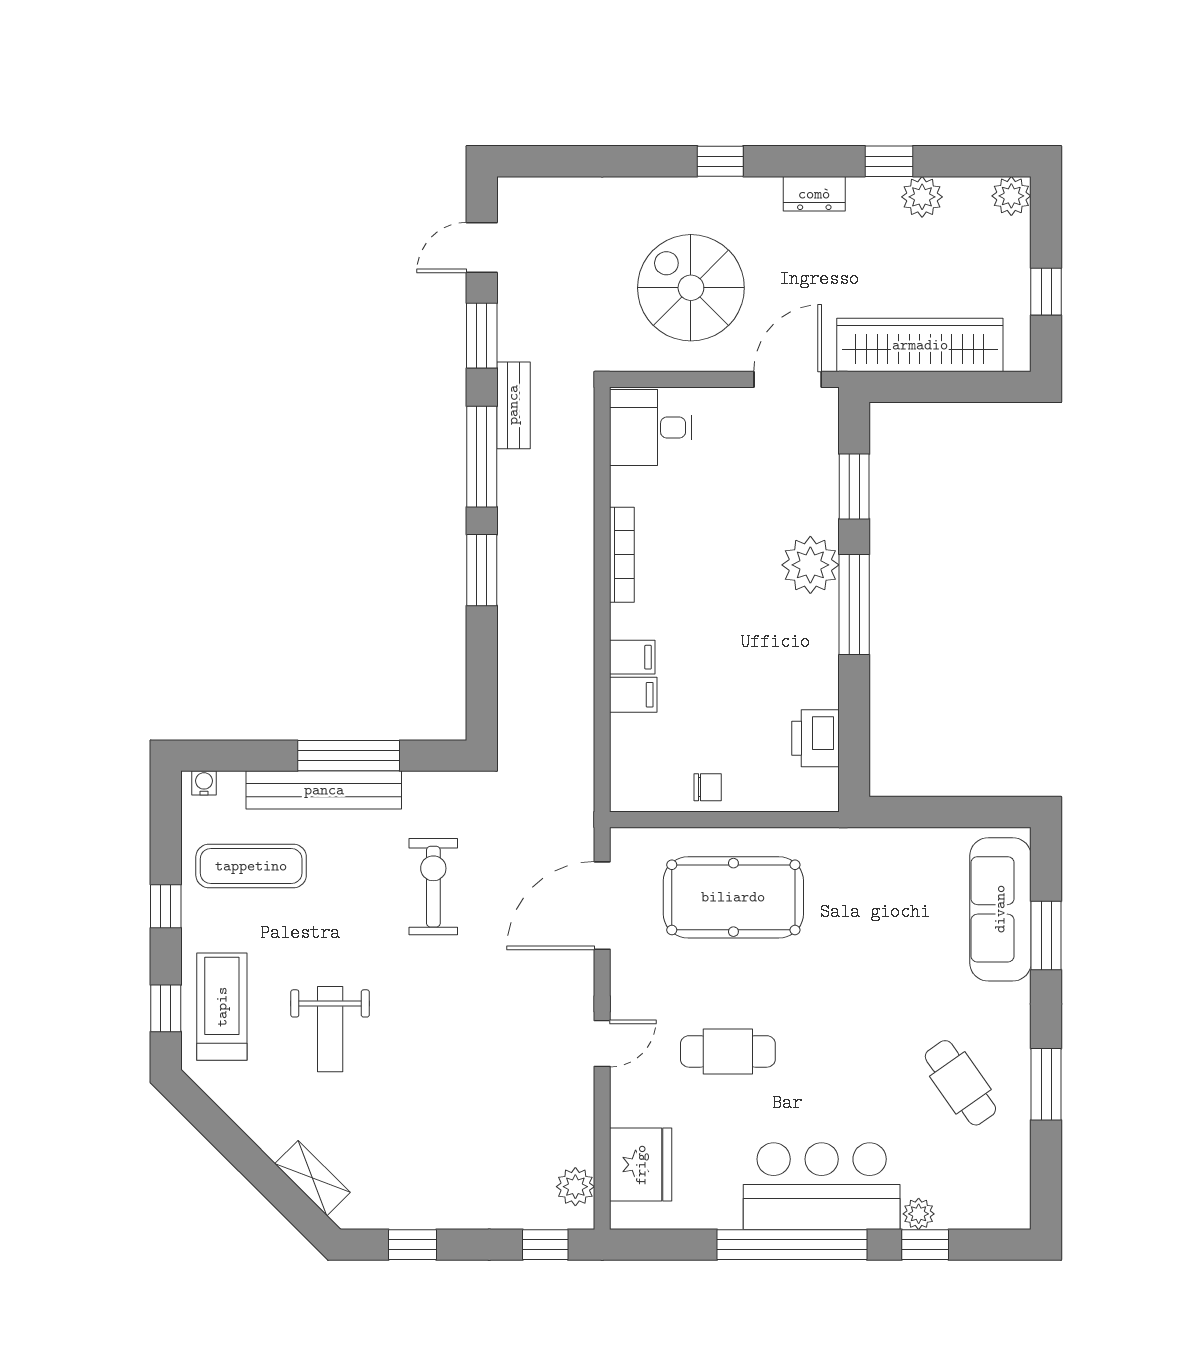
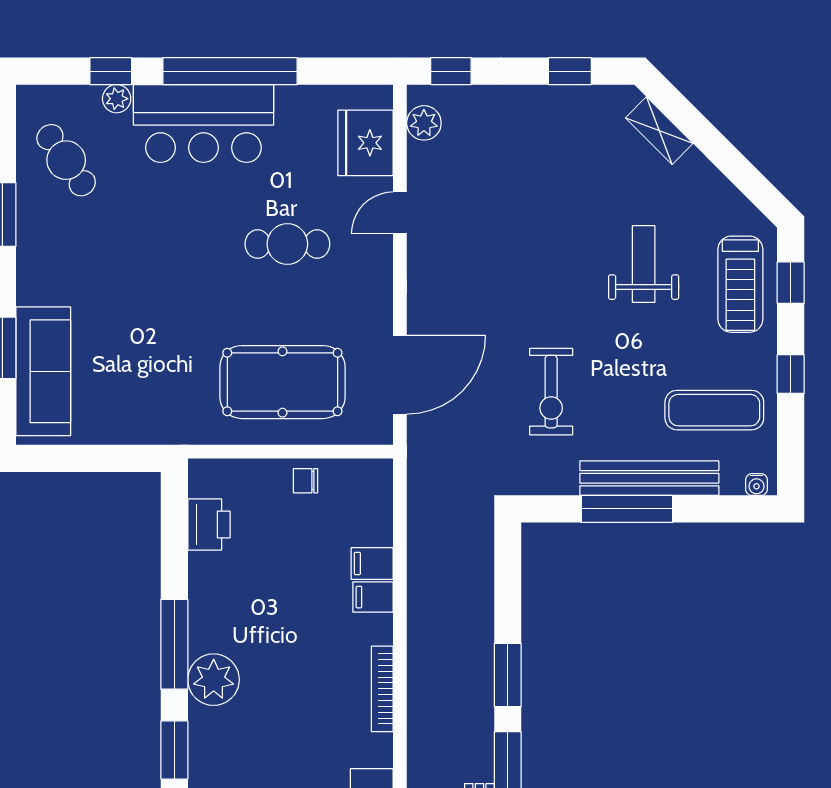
door: (602, 1044) -> (400, 213), moved
cafe table: (960, 1083) -> (66, 160), moved

